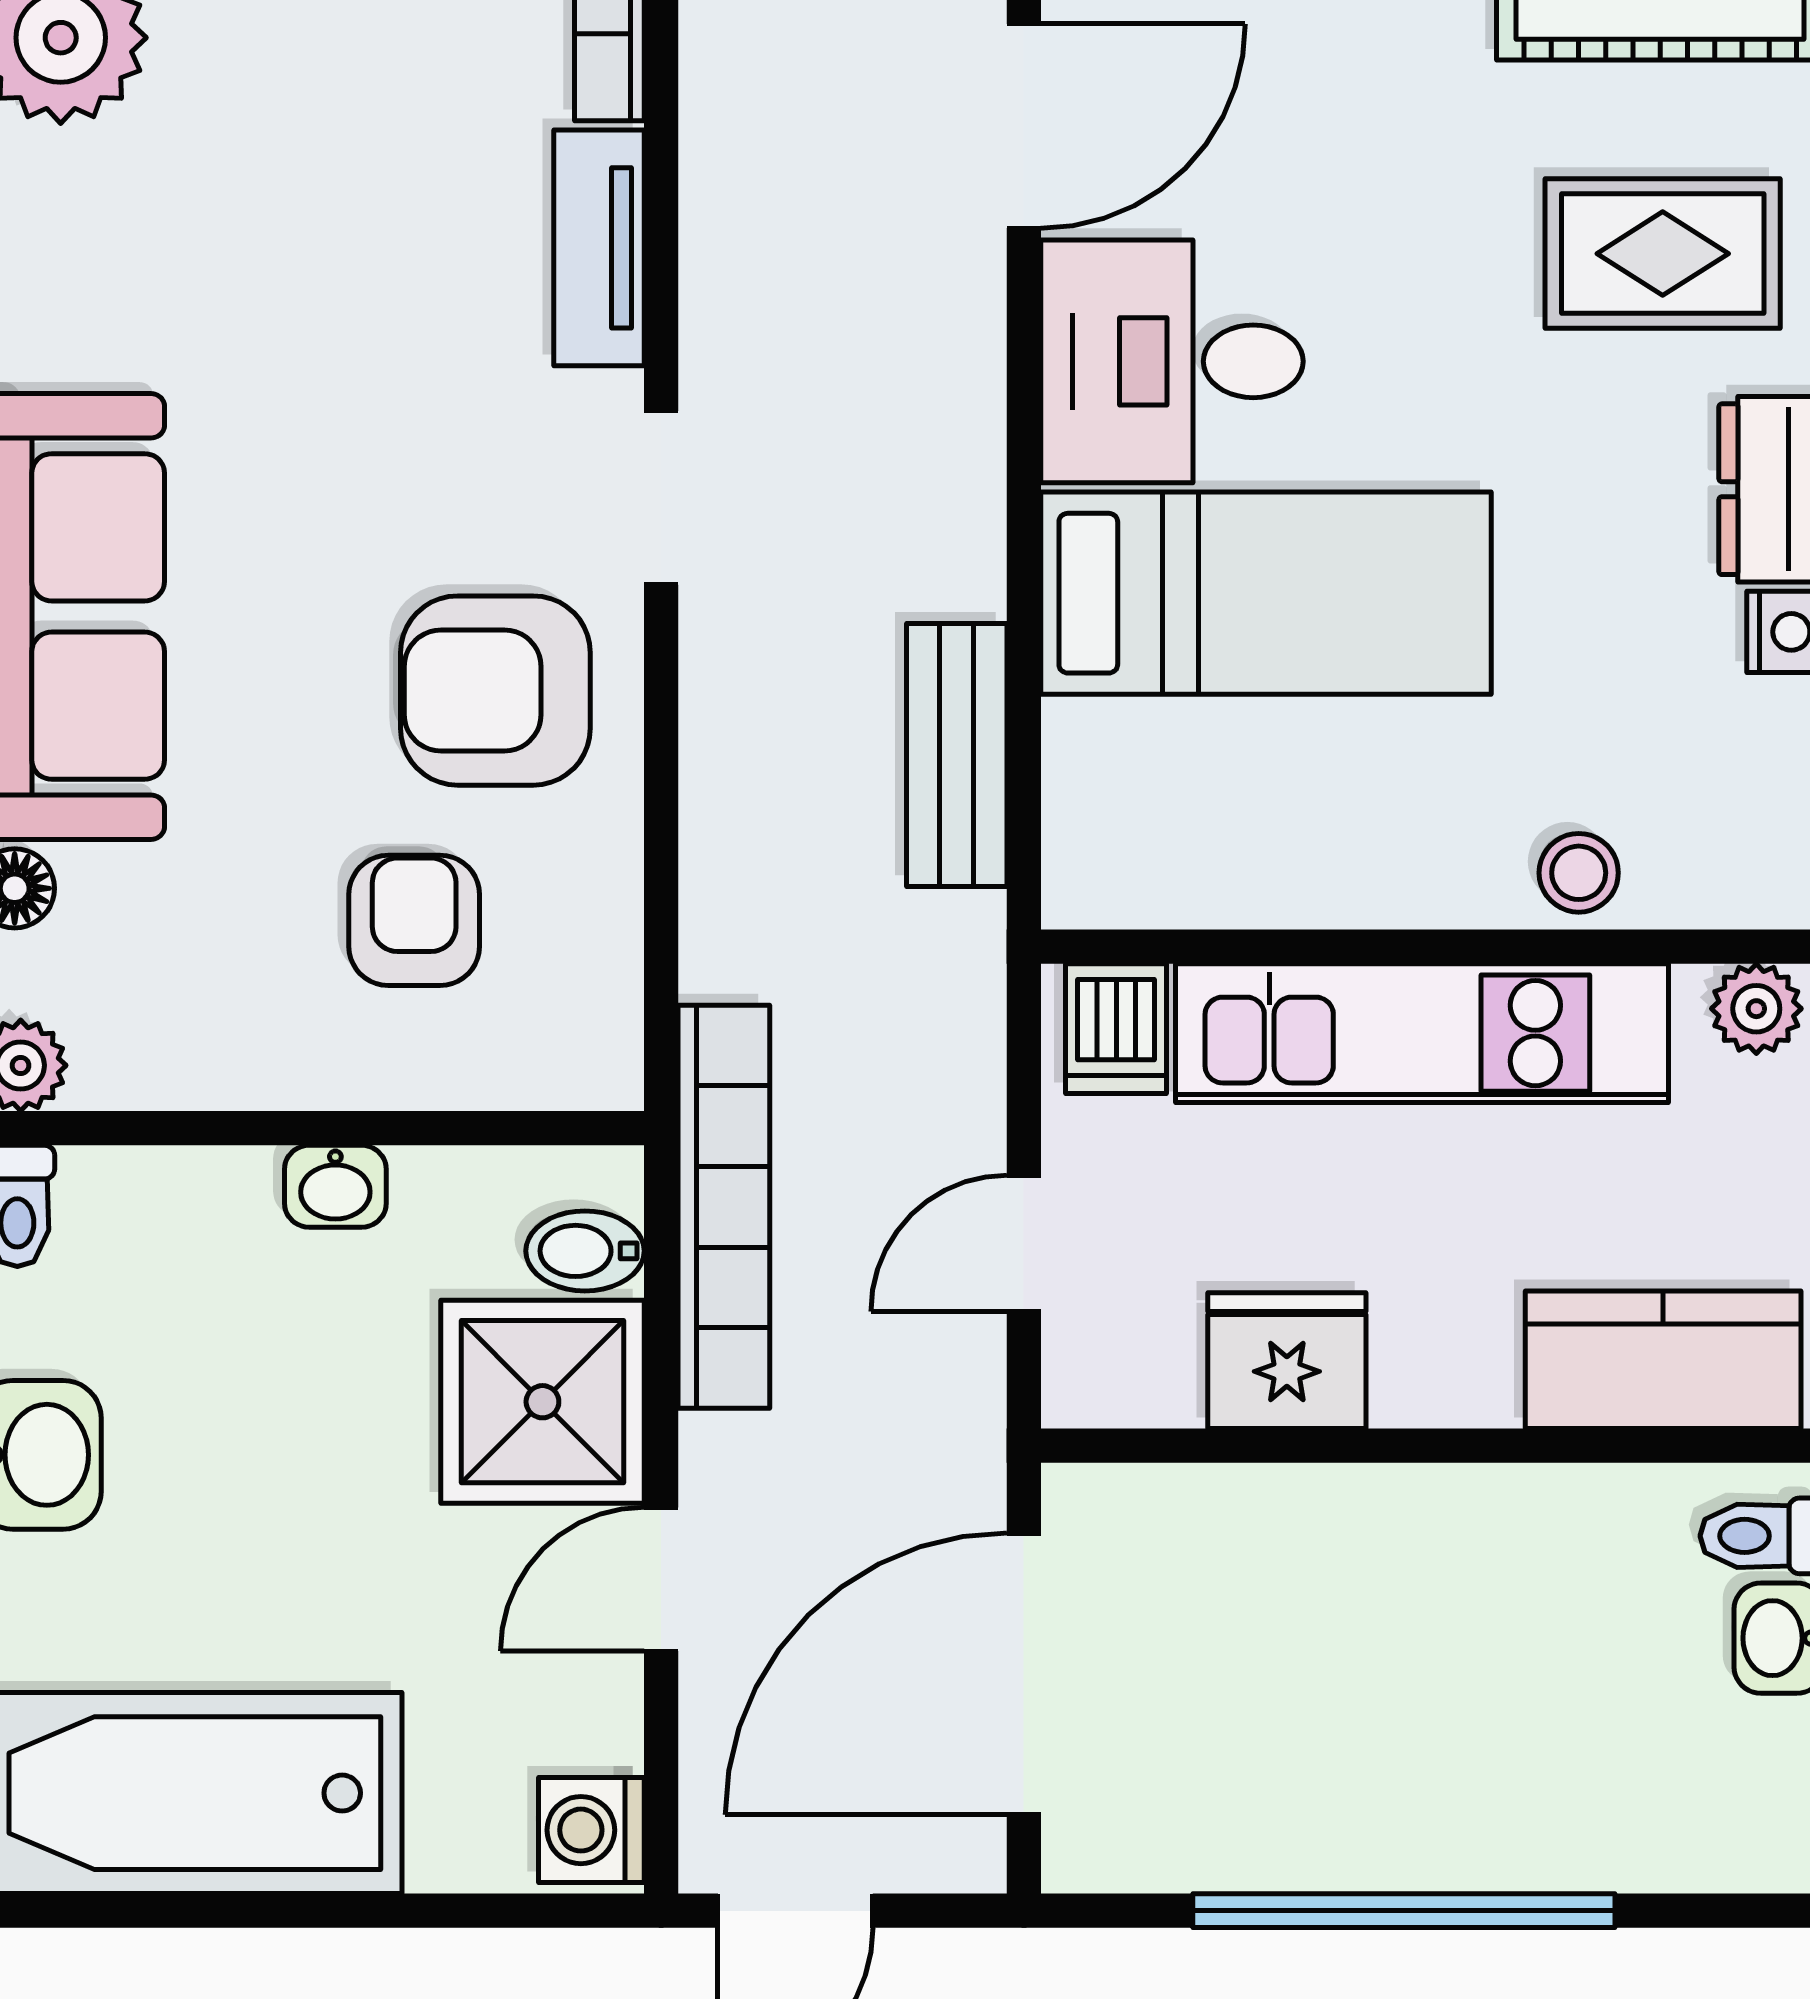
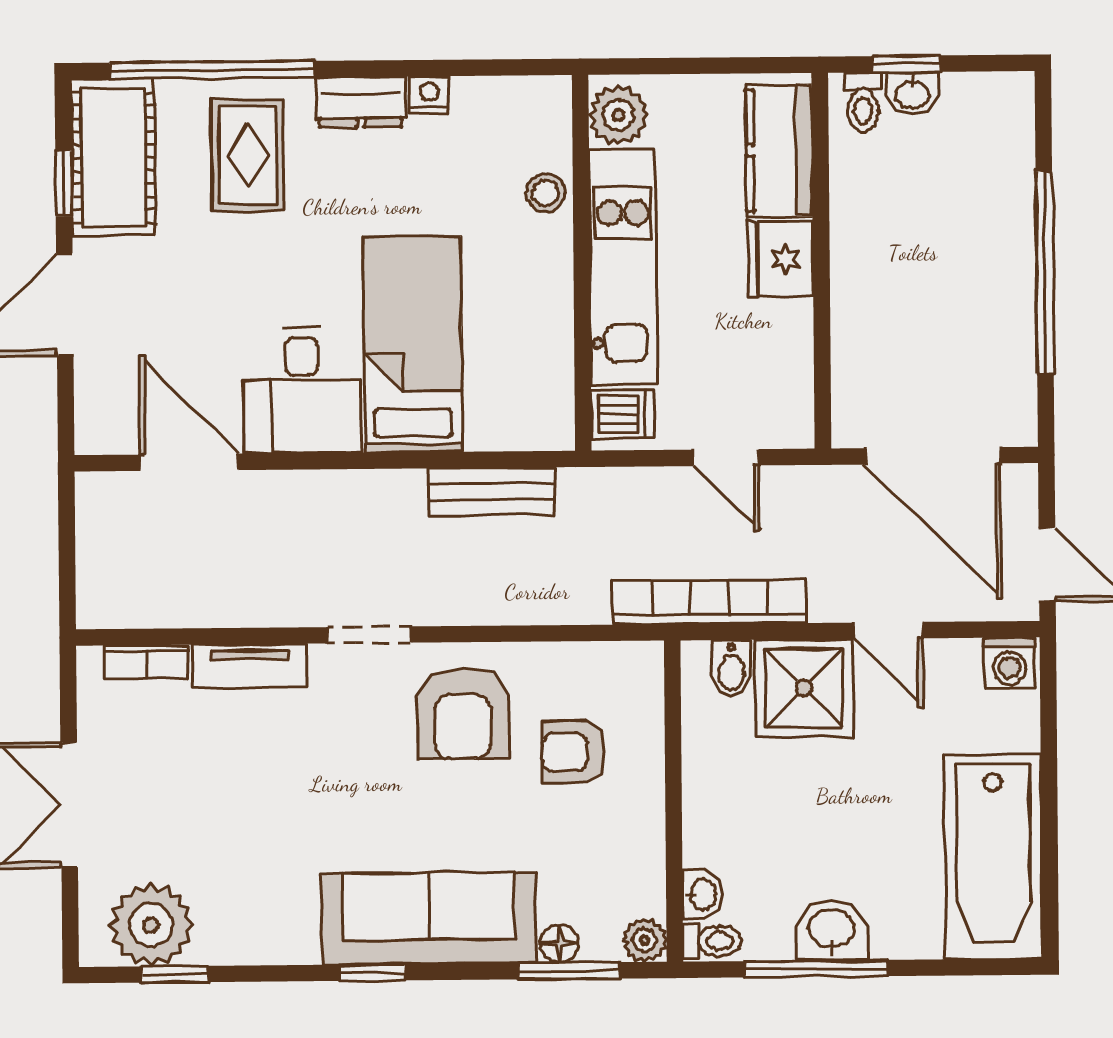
plant: (1756, 1009) -> (618, 115), width x1.38, depth x1.38
washbasin: (335, 1186) -> (702, 894), moved
fridge: (1287, 1361) -> (780, 259), moved

